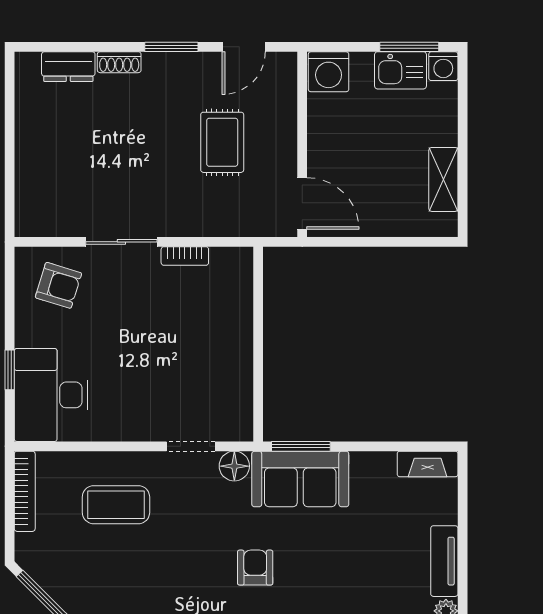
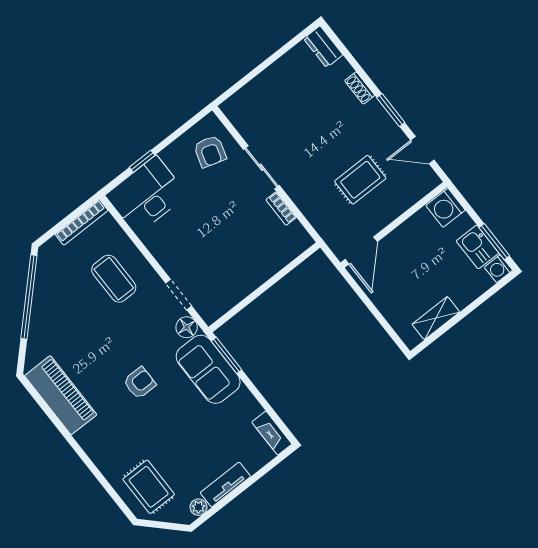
dresser: (68, 67) -> (323, 47), moved

